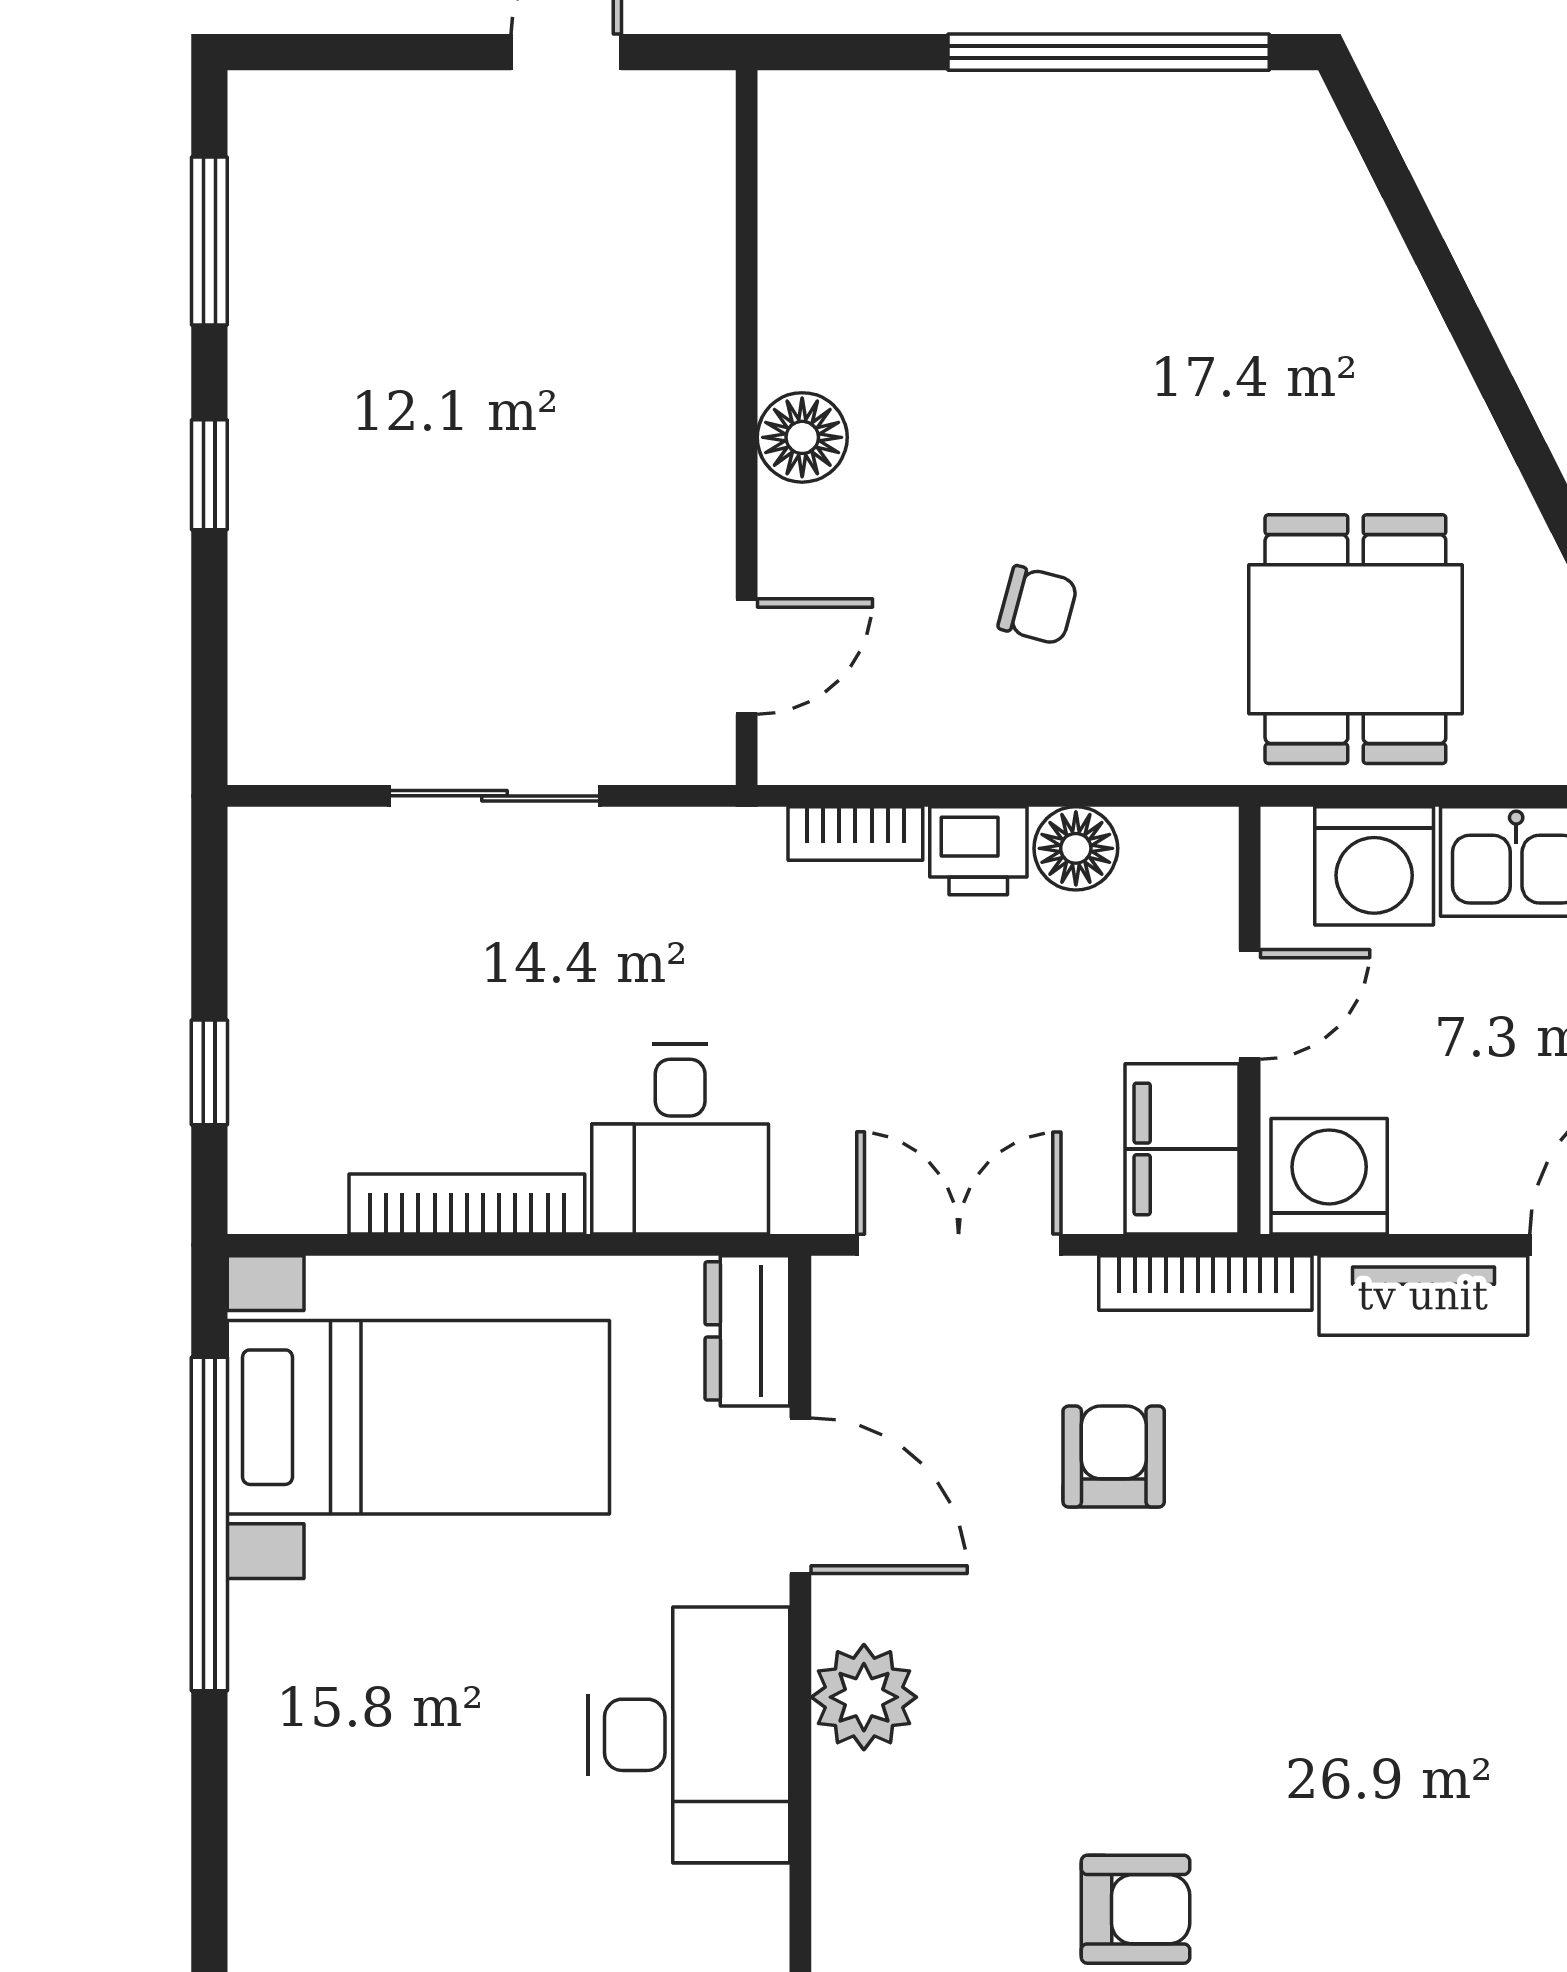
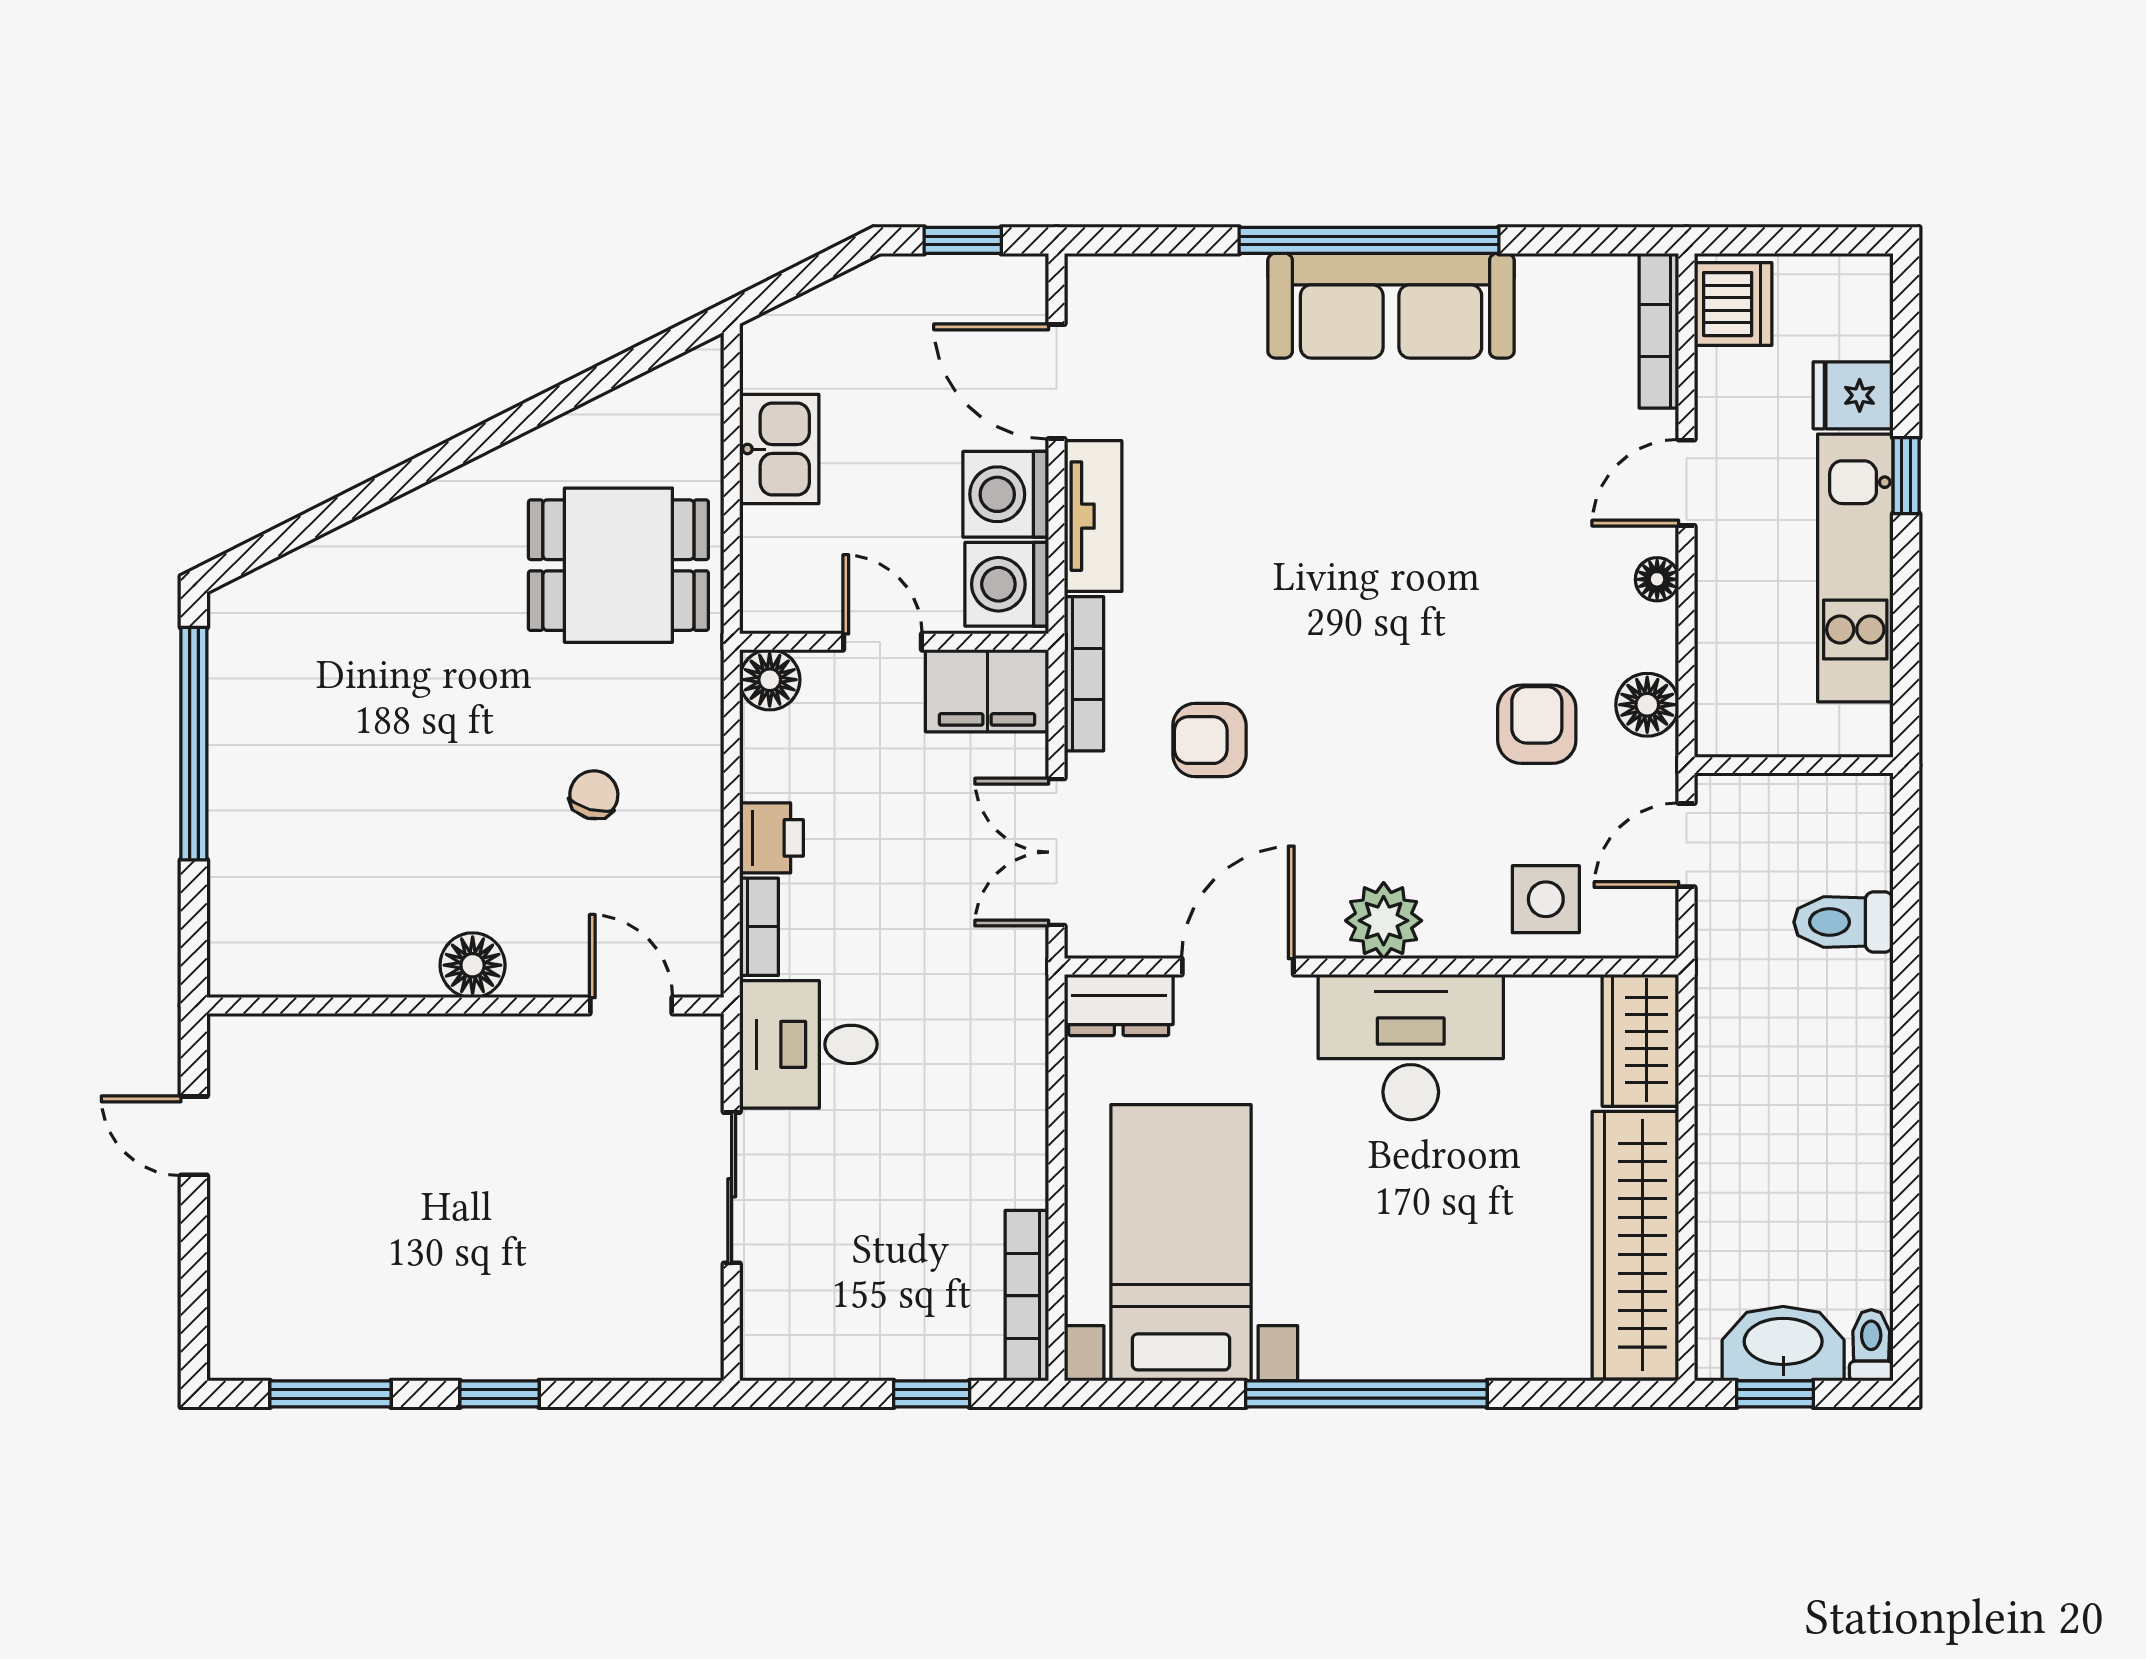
floor lamp: (1076, 848) -> (770, 680), moved
washing machine: (1374, 866) -> (1006, 494), moved, turned 180
desk: (680, 1139) -> (808, 1044), moved, turned 180
bookcase: (467, 1204) -> (1027, 1296), moved
window: (209, 1524) -> (1366, 1394), moved
side table: (894, 1922) -> (1546, 899), added

